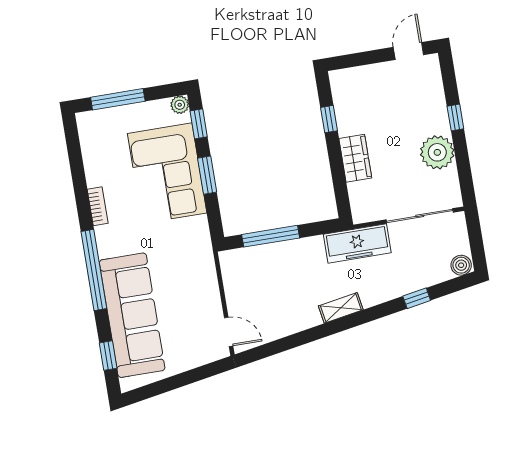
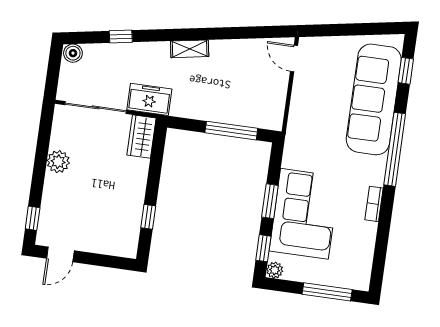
window: (455, 117) -> (33, 218), moved
plant: (437, 152) -> (58, 162), width x0.73, depth x0.73
wardrobe: (355, 158) -> (142, 137), moved
freezer: (357, 243) -> (149, 99), width x0.71

